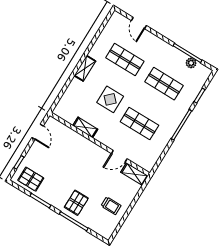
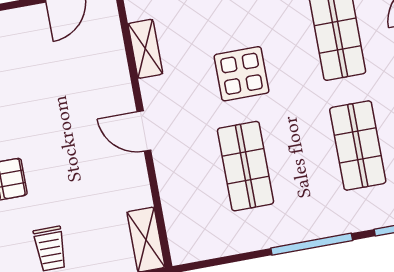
shelving: (85, 127) -> (145, 49), moved
door: (119, 156) -> (144, 131), moved

